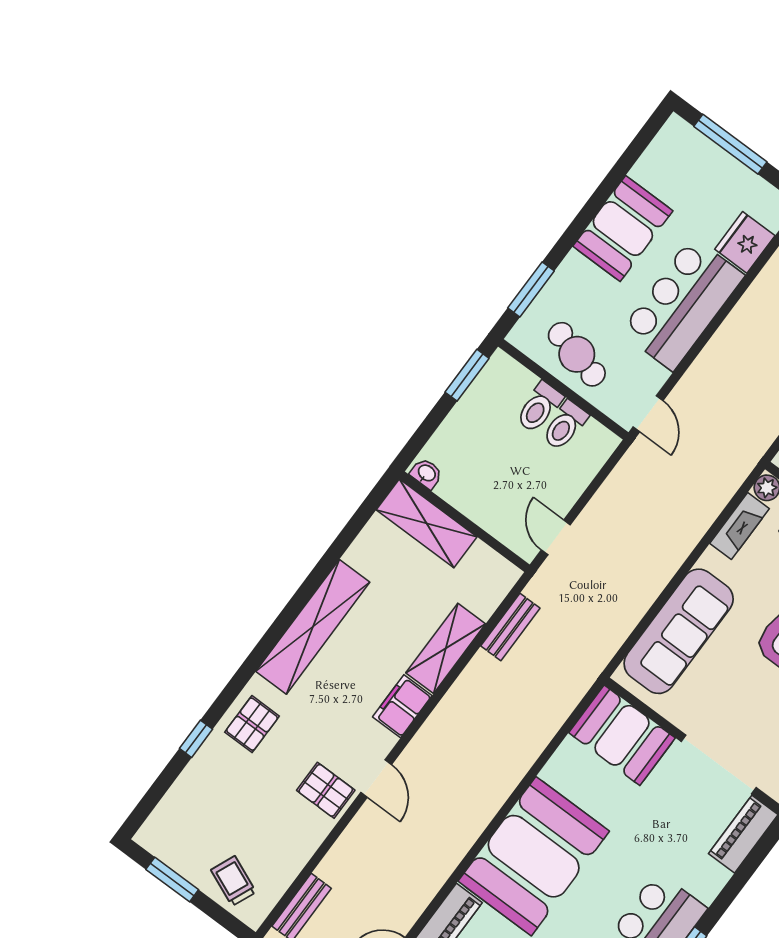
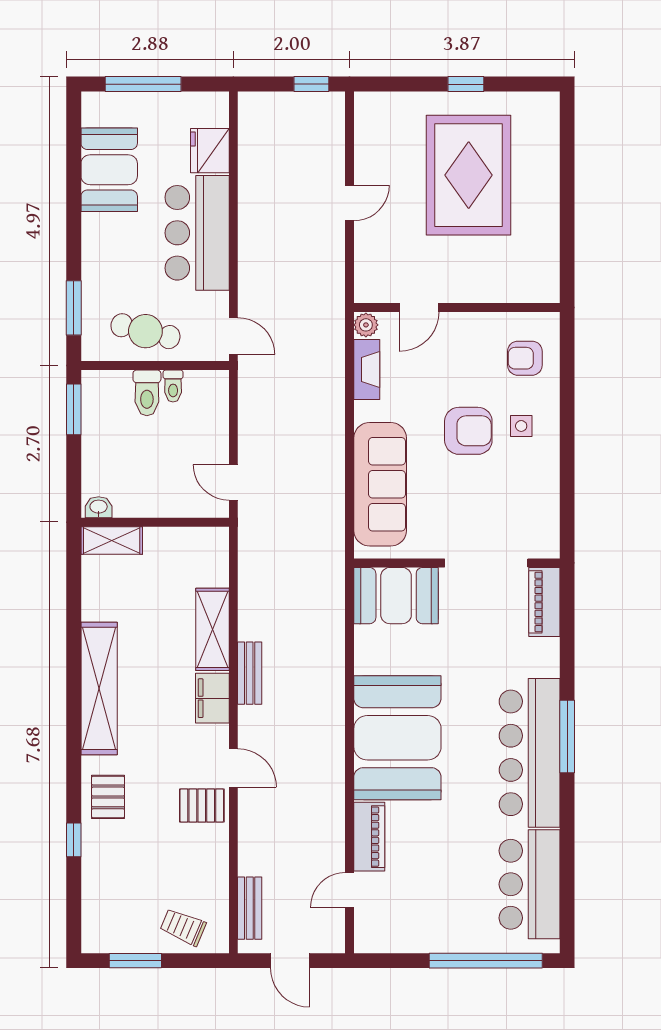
booth: (623, 229) -> (109, 170), moved
toilet: (565, 426) -> (173, 386), width x0.73, depth x0.72
shelving: (427, 523) -> (112, 540), width x0.67, depth x0.75
bench: (510, 627) -> (250, 673), moved

